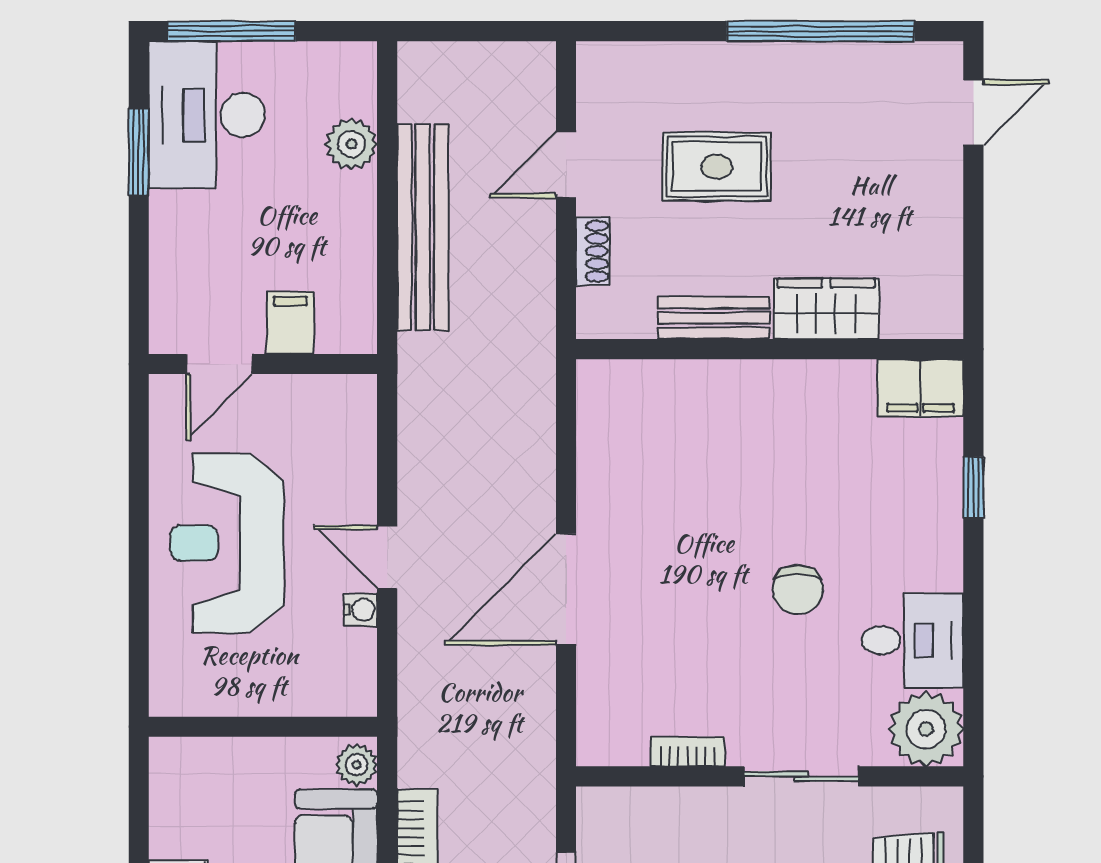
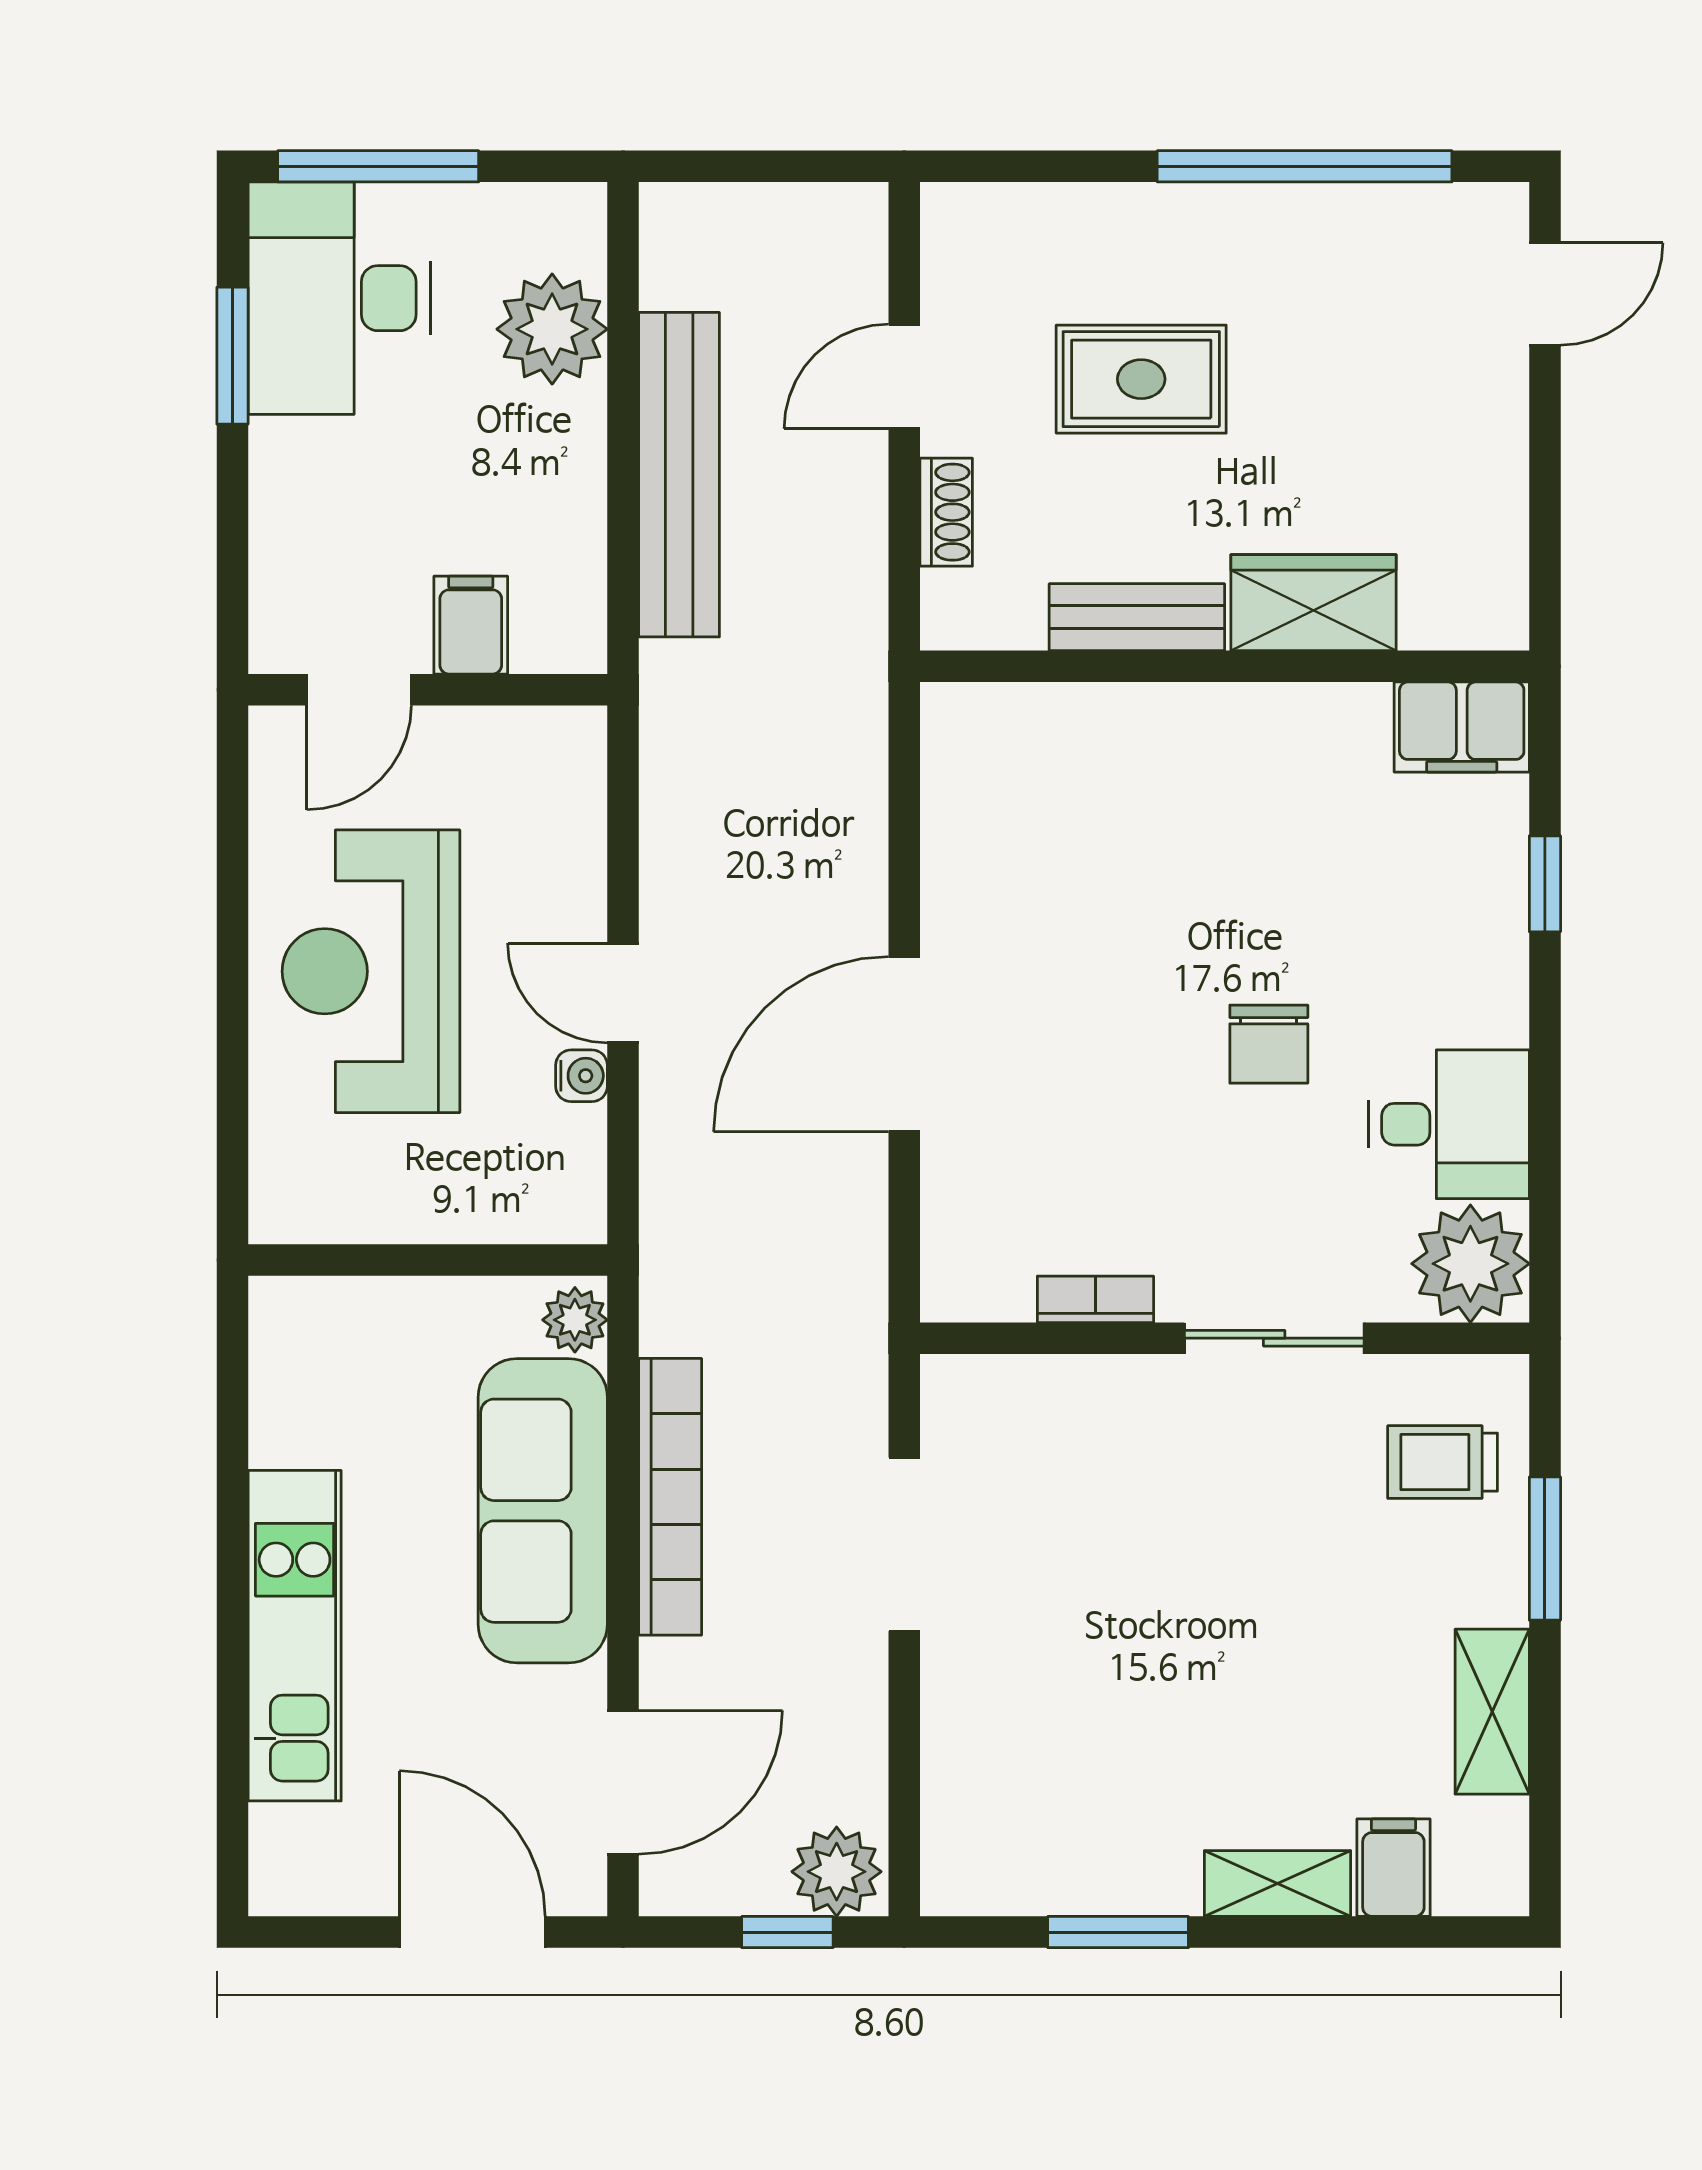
plant: (351, 144) -> (552, 329), width x1.36, depth x1.36

